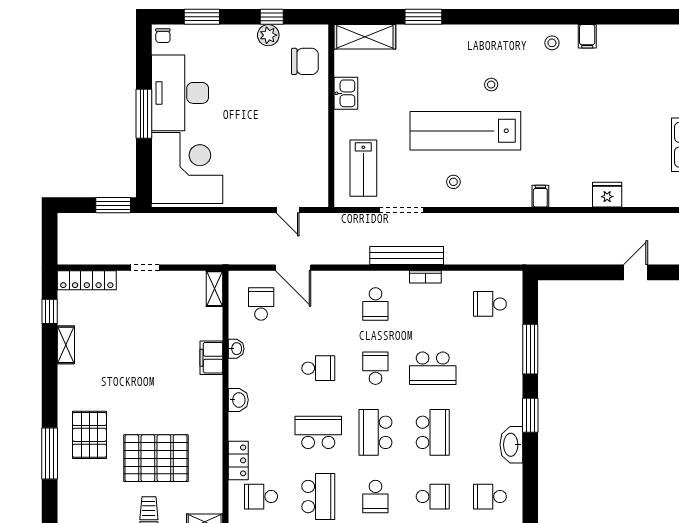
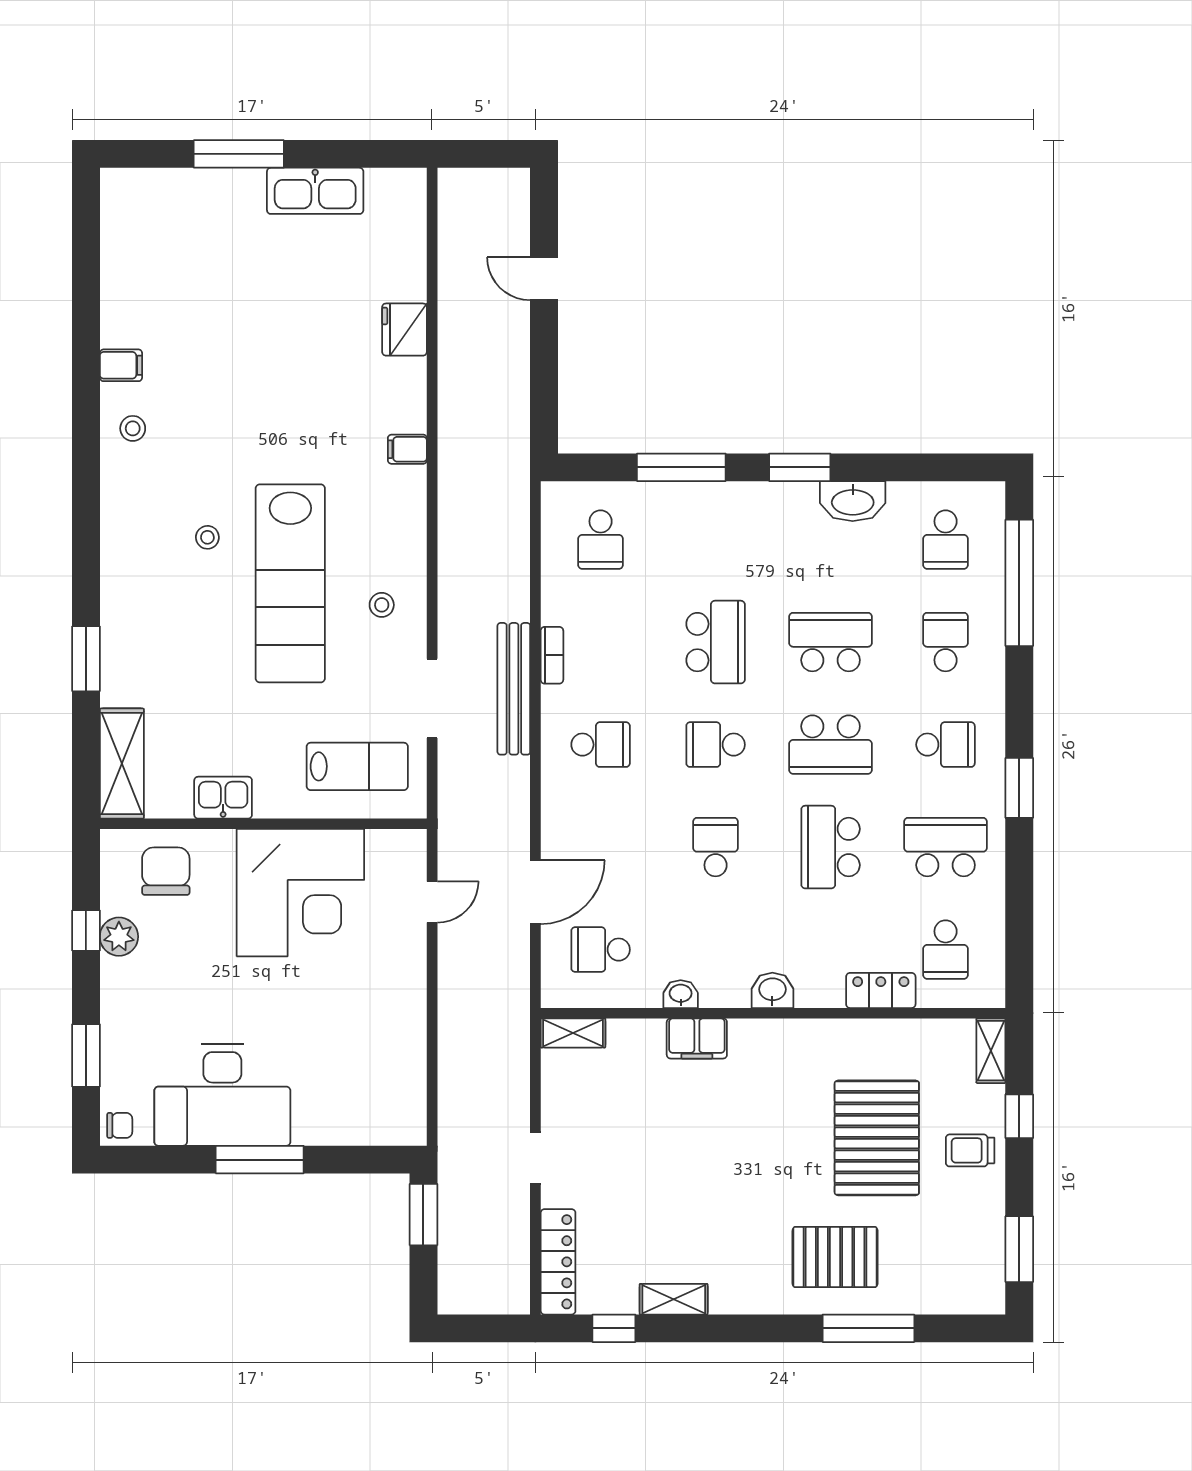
corner desk: (187, 168) -> (300, 893), moved, turned 180

